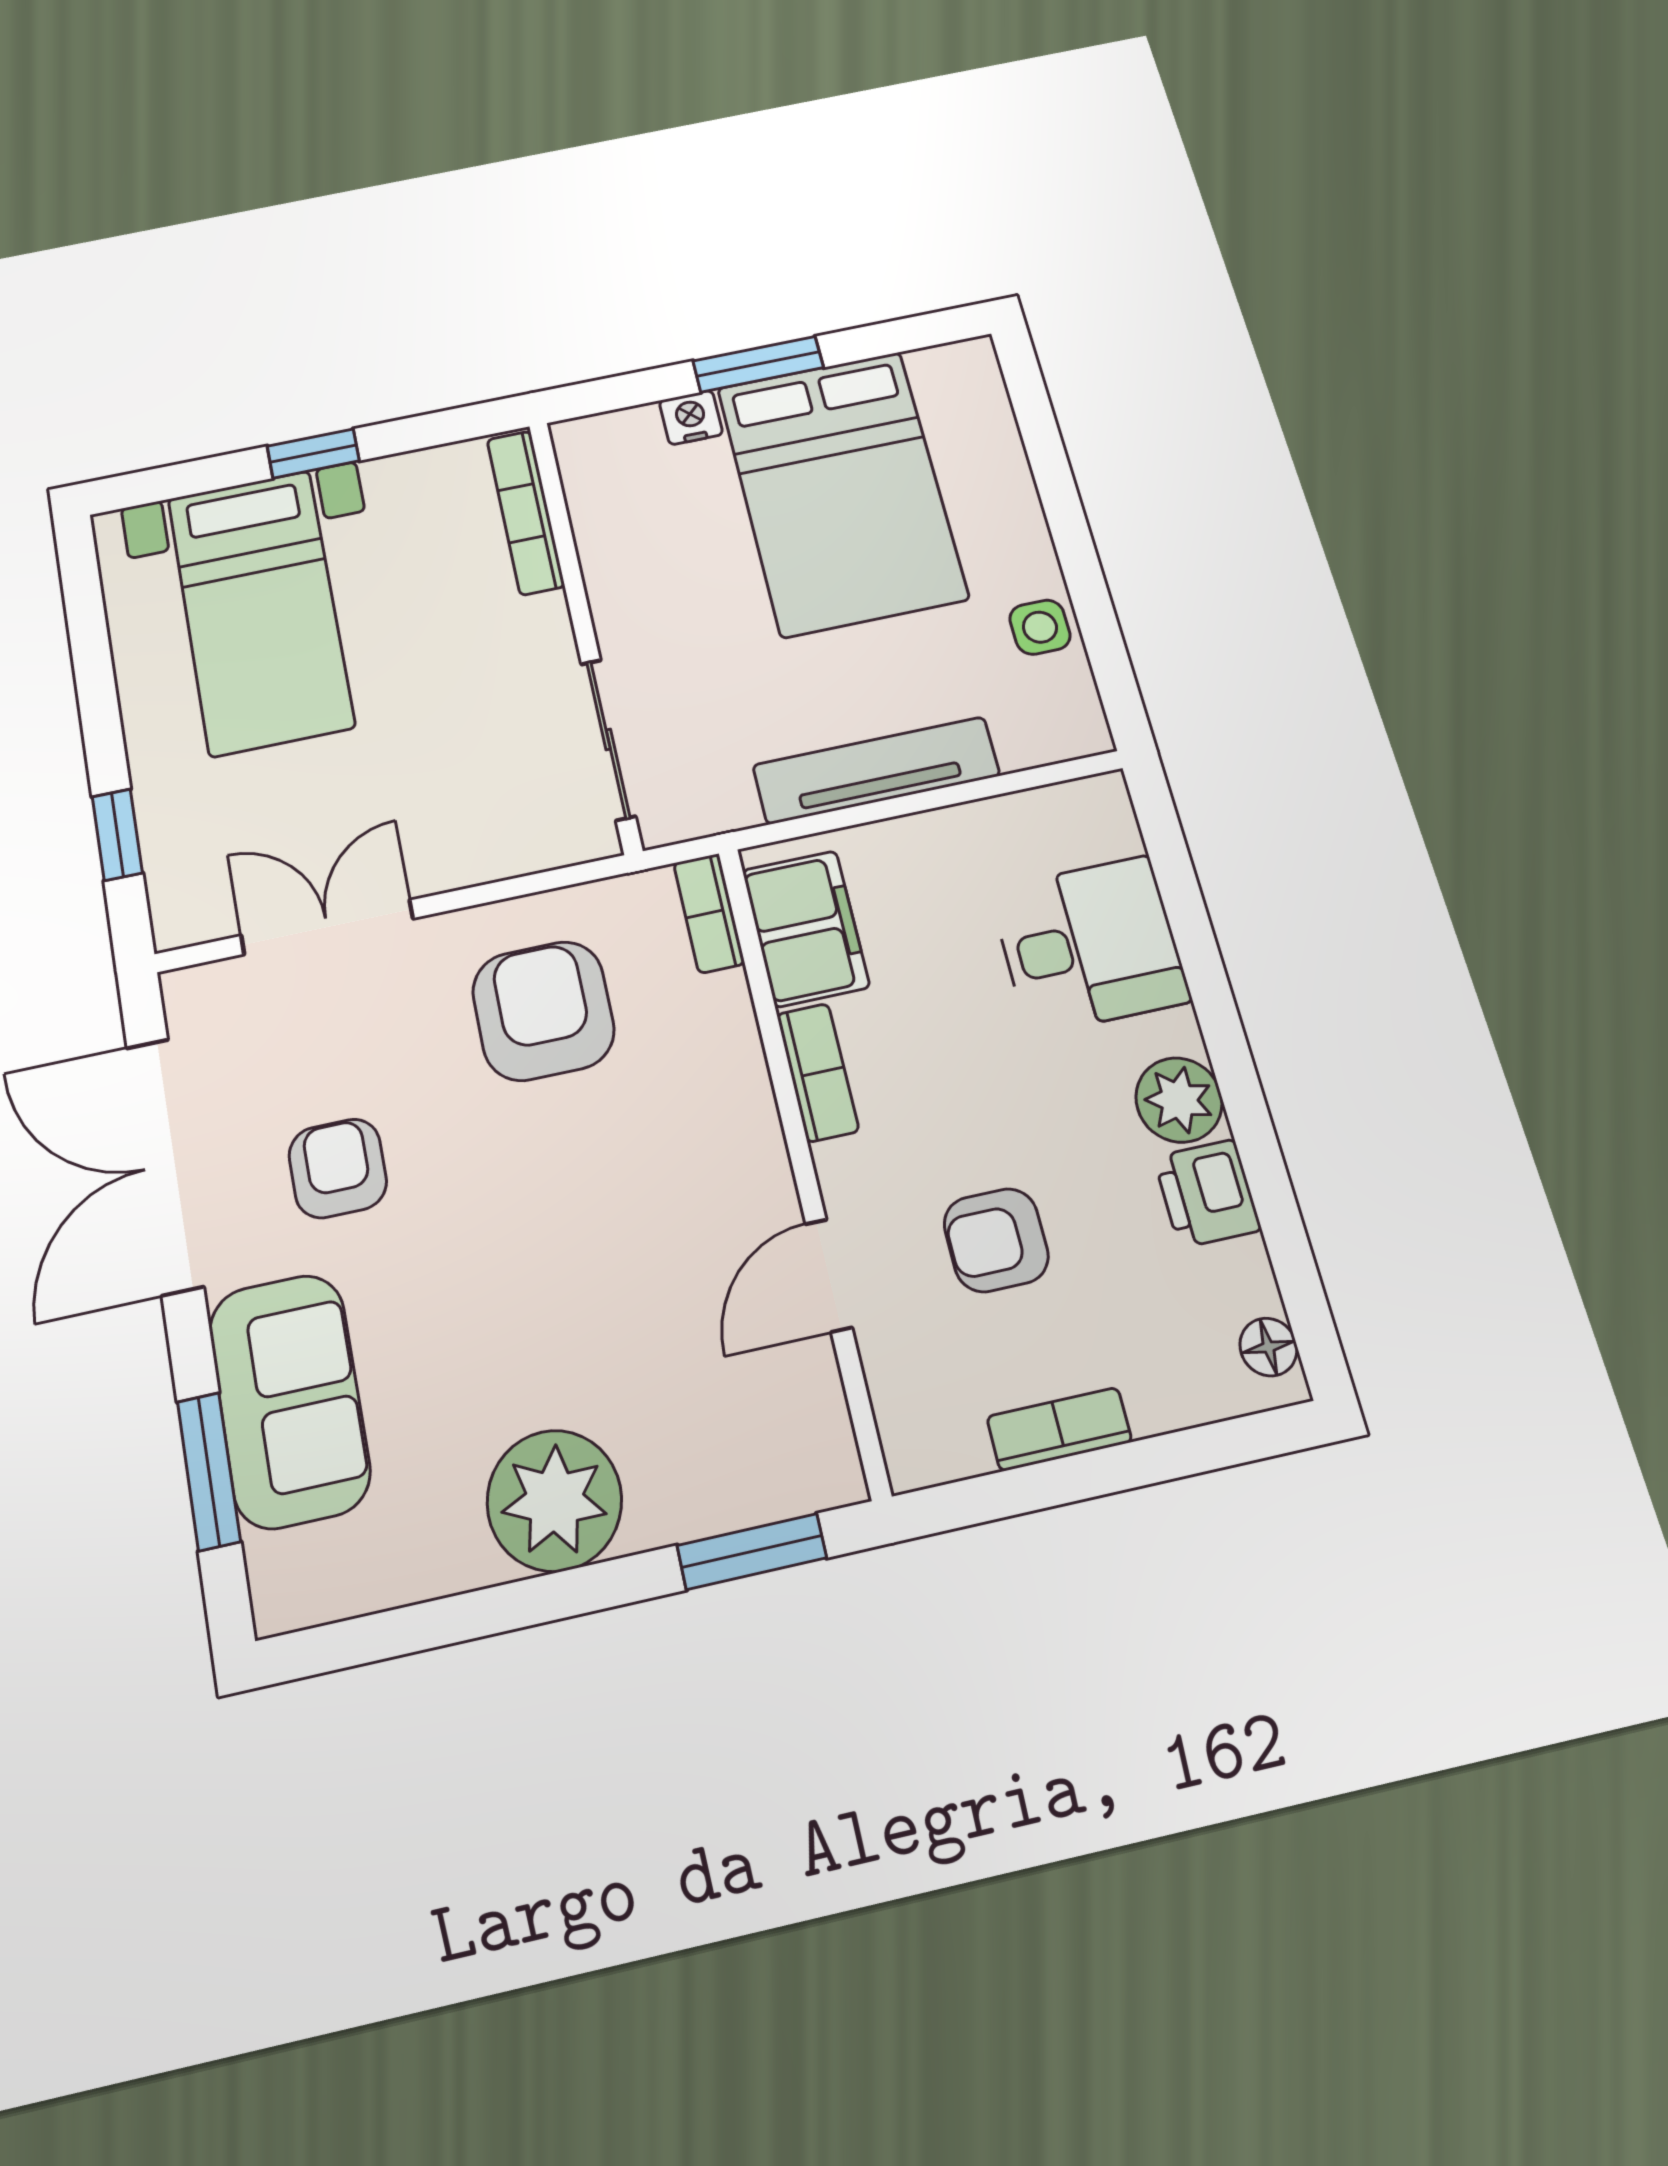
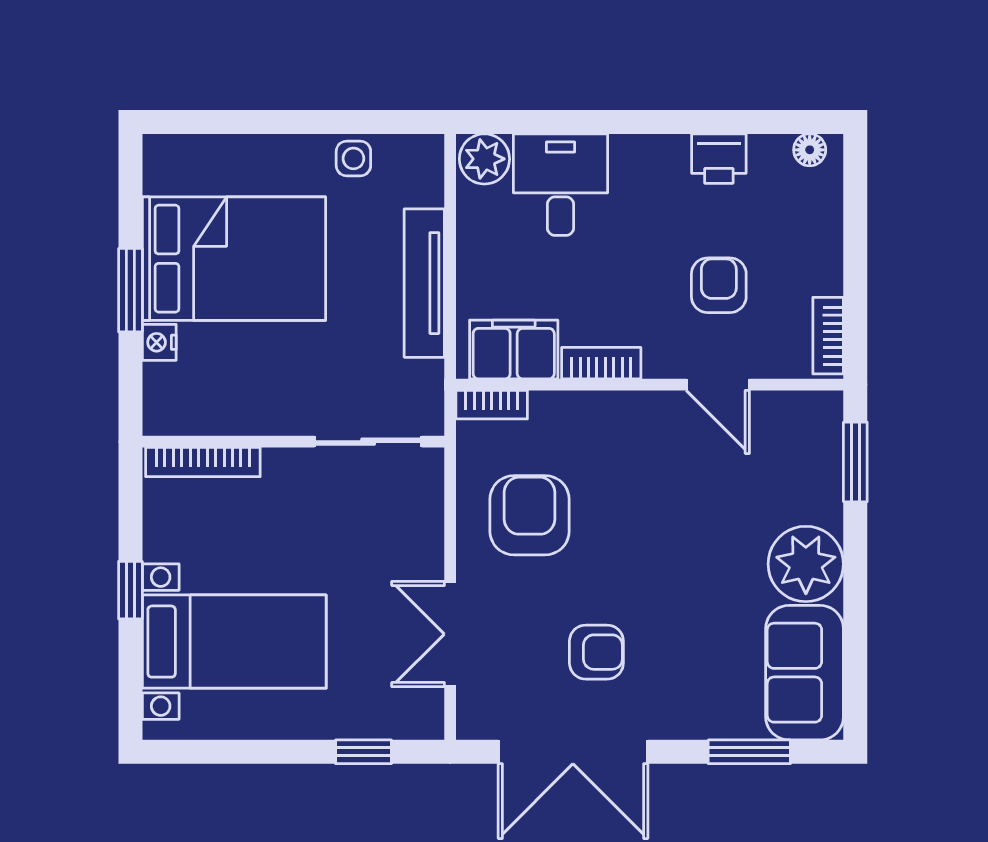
armchair: (543, 1011) -> (530, 515), turned 90
plant: (1179, 1100) -> (484, 159), moved
armchair: (338, 1168) -> (596, 652), turned 180
armchair: (996, 1240) -> (719, 285), turned 180
sofa: (289, 1400) -> (805, 673), moved, turned -90
bookcase: (1059, 1429) -> (828, 336), moved

